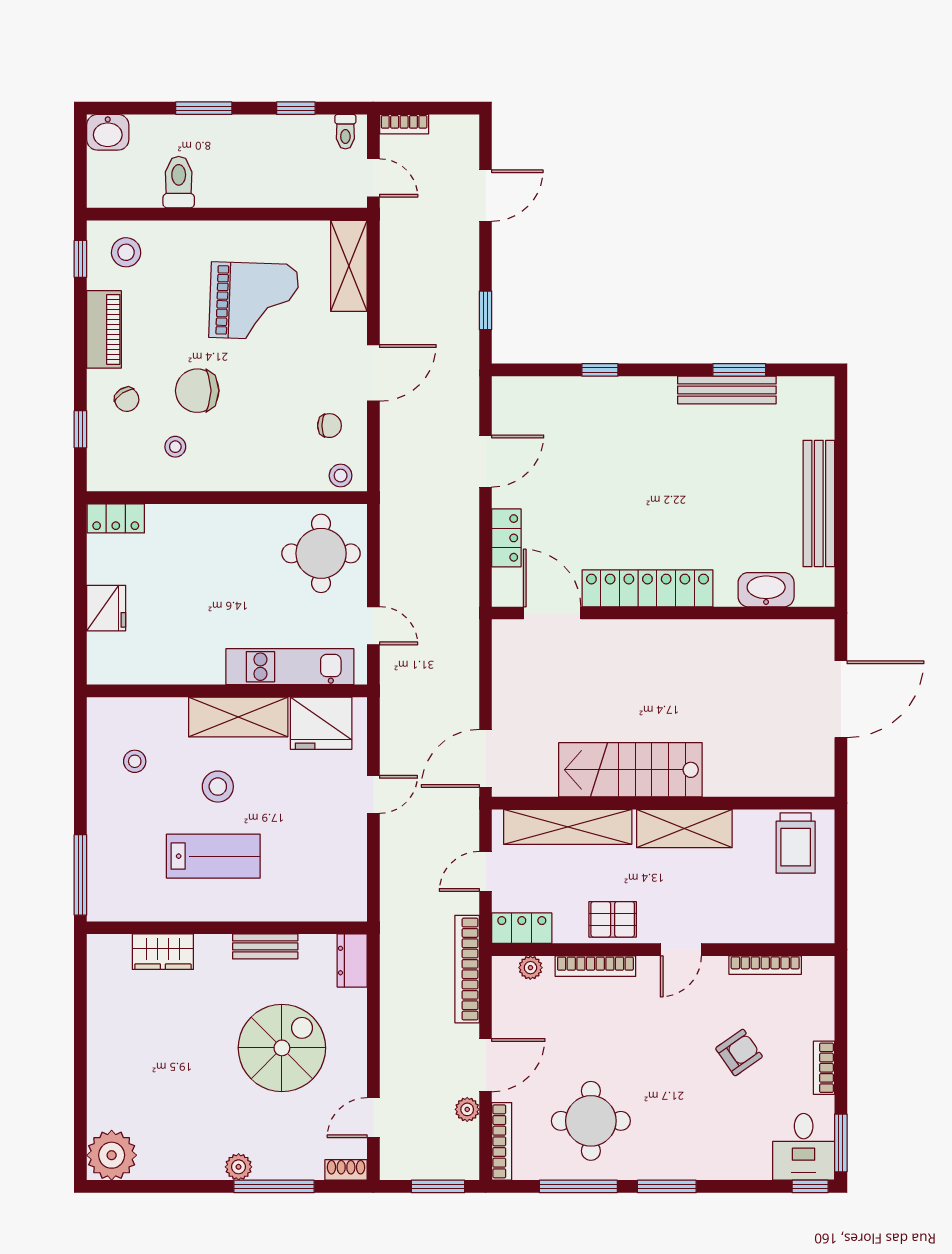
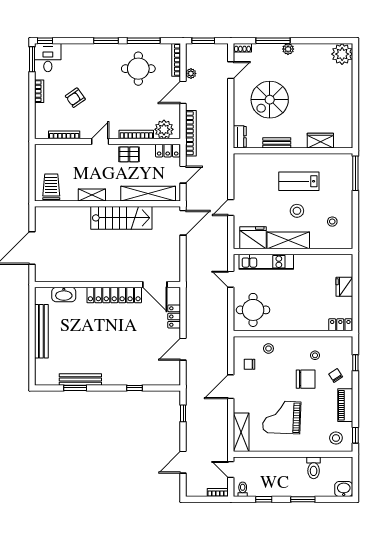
stool: (341, 476) -> (268, 349), moved
shelving: (684, 828) -> (92, 195), width x0.67, depth x0.75
plant: (530, 968) -> (164, 129), width x1.88, depth x1.88

